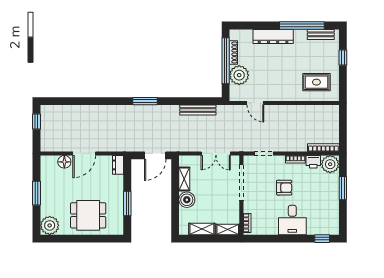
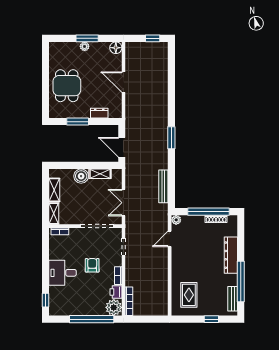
plant: (239, 75) -> (176, 220), moved, width x0.53, depth x0.53
floor lamp: (64, 162) -> (116, 48), moved
dresser: (118, 165) -> (99, 113), moved
armchair: (284, 188) -> (92, 265), turned 180
window: (343, 188) -> (92, 319), width x2.11
plant: (50, 225) -> (85, 46), moved, width x0.53, depth x0.53

